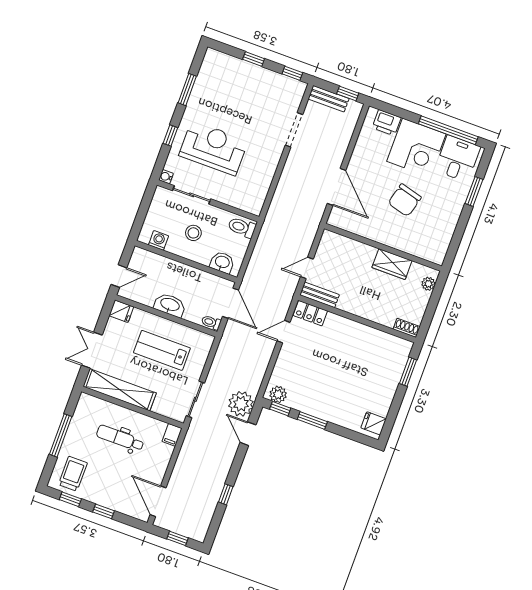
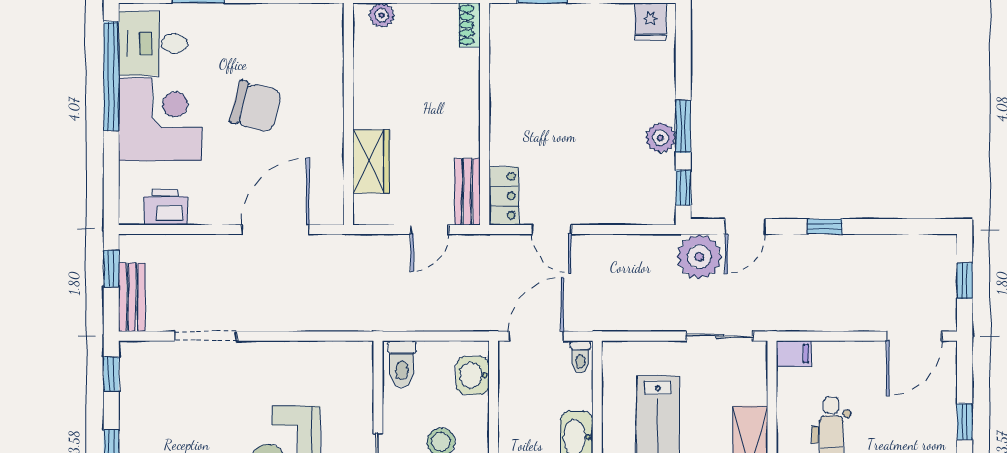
printer: (387, 123) -> (166, 207), moved, turned -90
wardrobe: (392, 264) -> (371, 161), moved
door: (307, 268) -> (430, 229), hinge flipped
plant: (278, 394) -> (660, 138), moved
window: (226, 494) -> (825, 227), moved

